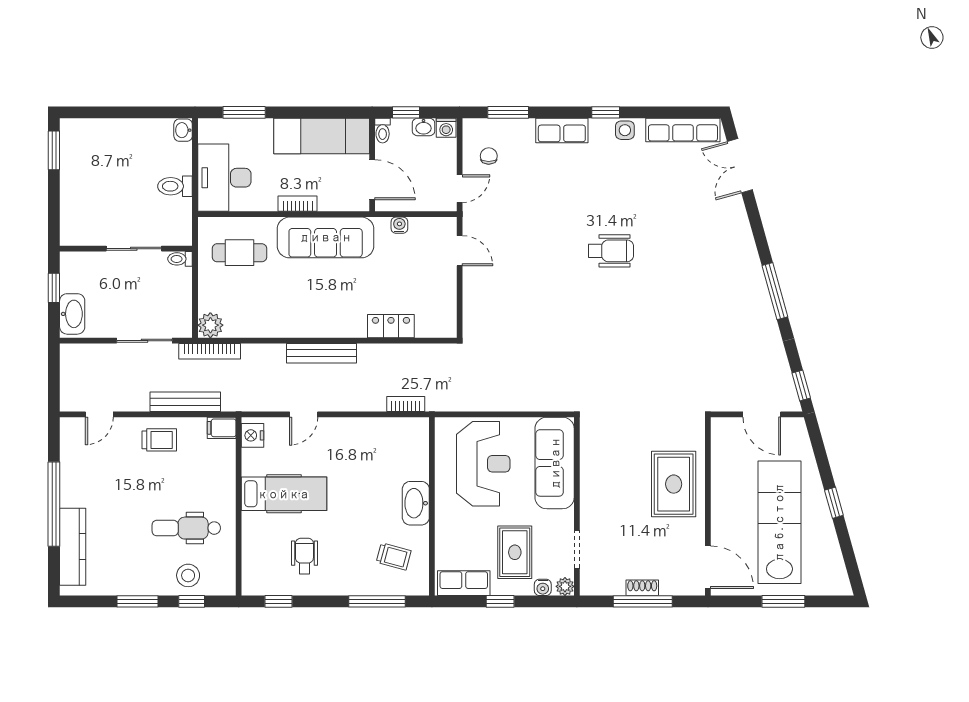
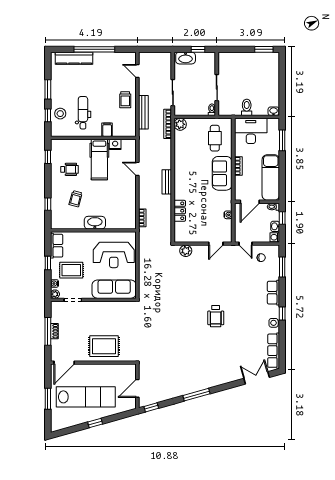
sofa: (326, 237) -> (222, 173), width x0.73
plant: (474, 313) -> (186, 251), added
bench: (322, 353) -> (167, 182), width x0.73
filing cabinet: (222, 428) -> (107, 130), moved
nightstand: (253, 435) -> (115, 144), moved
trolley: (394, 556) -> (76, 199), moved
window: (377, 601) -> (48, 204), width x0.46

